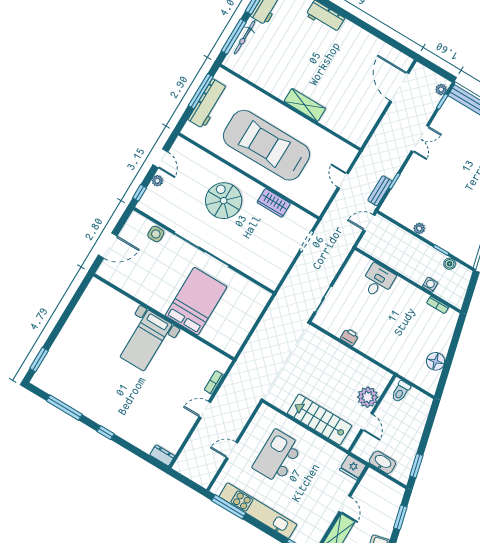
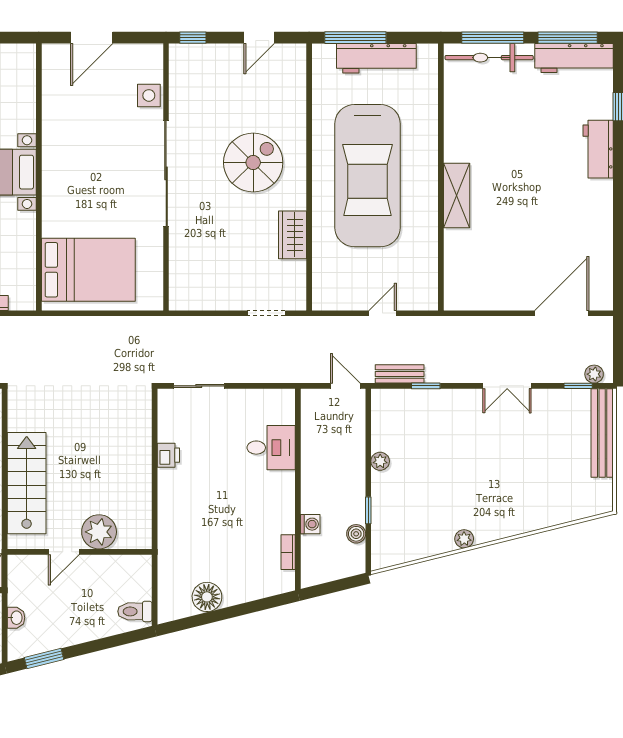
bicycle: (245, 37) -> (489, 58), width x1.37, depth x1.40
window: (201, 91) -> (355, 38), moved
car: (266, 145) -> (367, 176), turned 180
plant: (157, 181) -> (225, 52), removed
door: (108, 245) -> (92, 38), hinge flipped
bed: (196, 301) -> (88, 270), moved
toilet: (401, 392) -> (135, 611), moved
washbasin: (382, 462) -> (16, 618), width x0.52, depth x0.69

